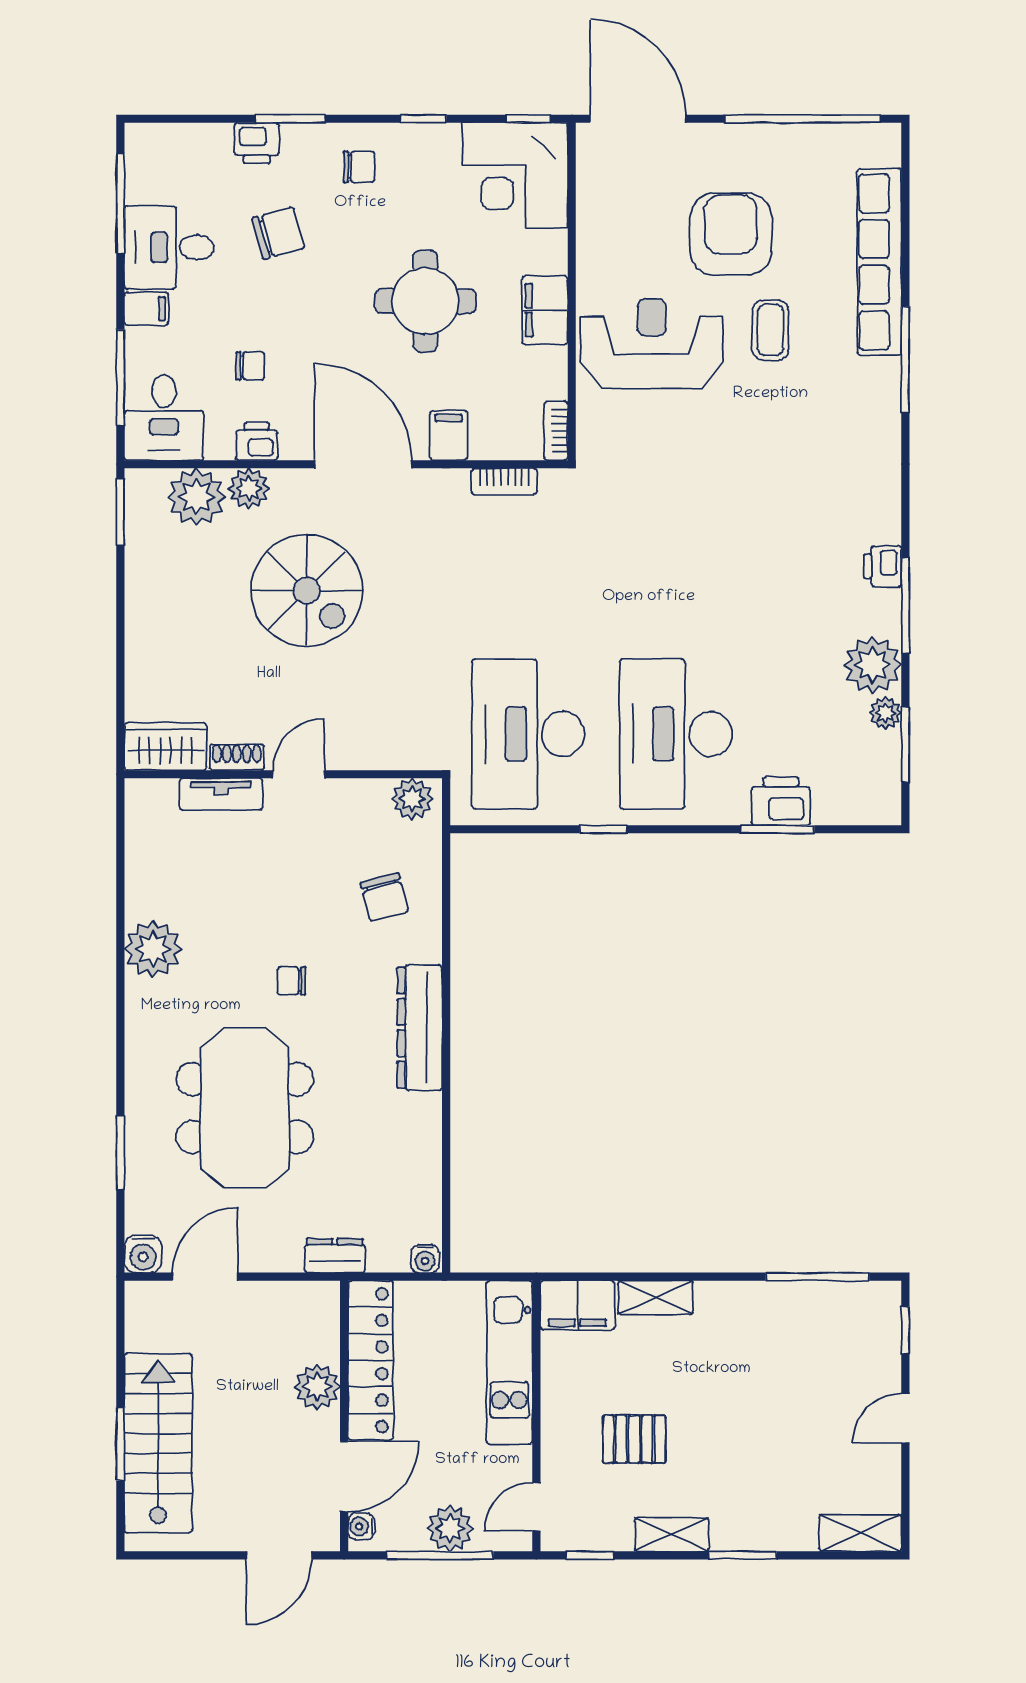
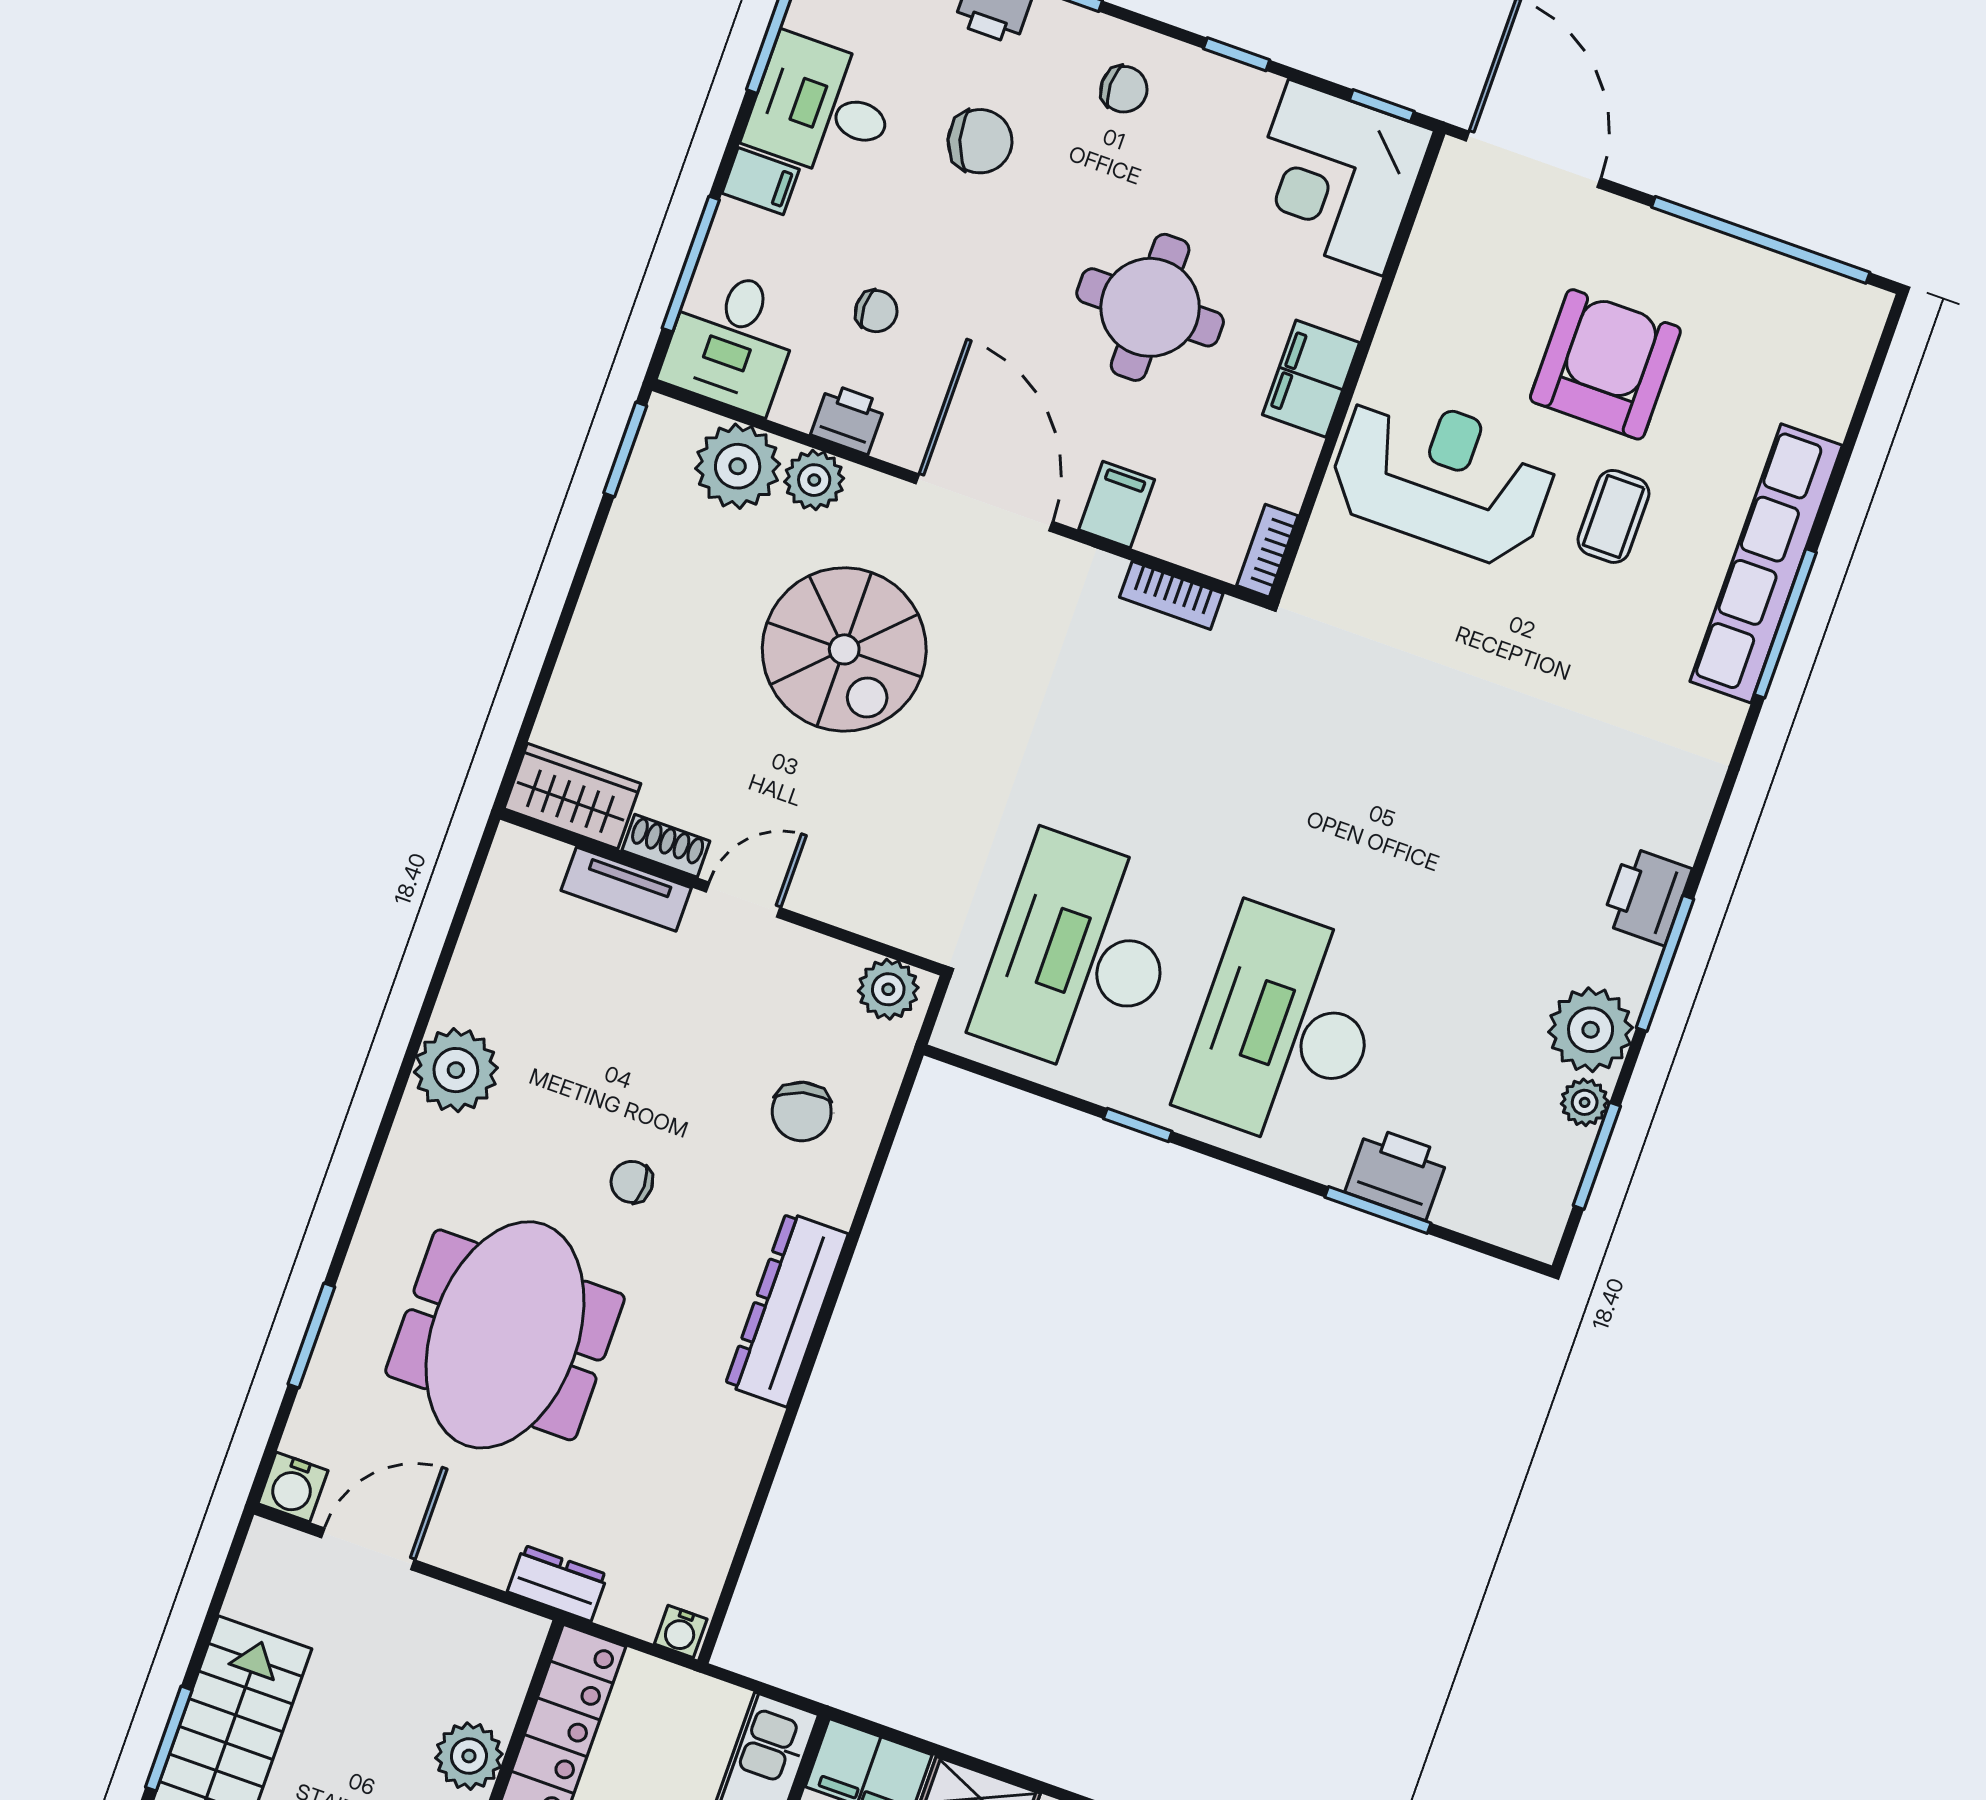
row of seats: (879, 262) -> (1766, 563), moved
printer: (883, 566) -> (1647, 896), width x1.36, depth x1.24

